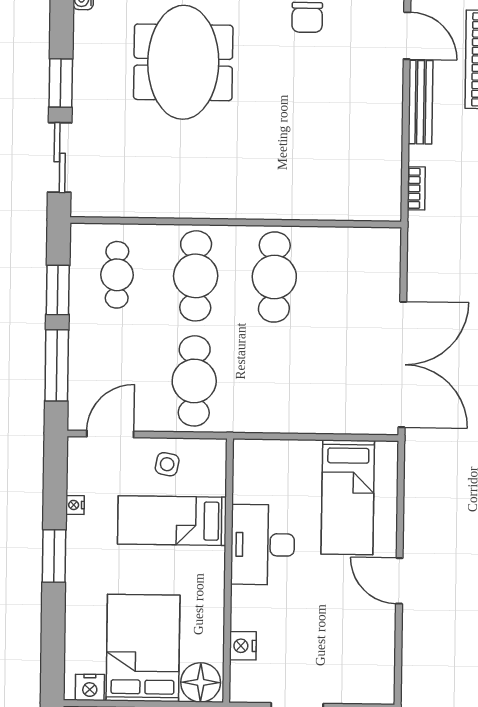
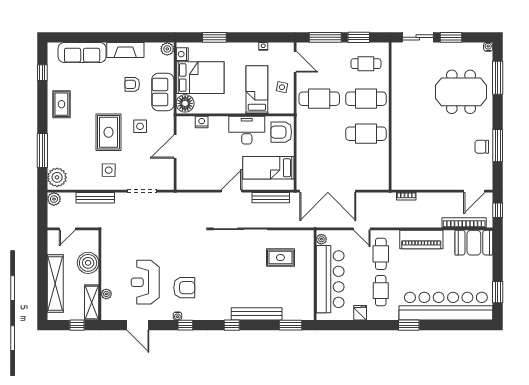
bench: (421, 102) -> (271, 198), moved
armchair: (268, 467) -> (281, 132), added
window: (54, 556) -> (214, 37), moved

